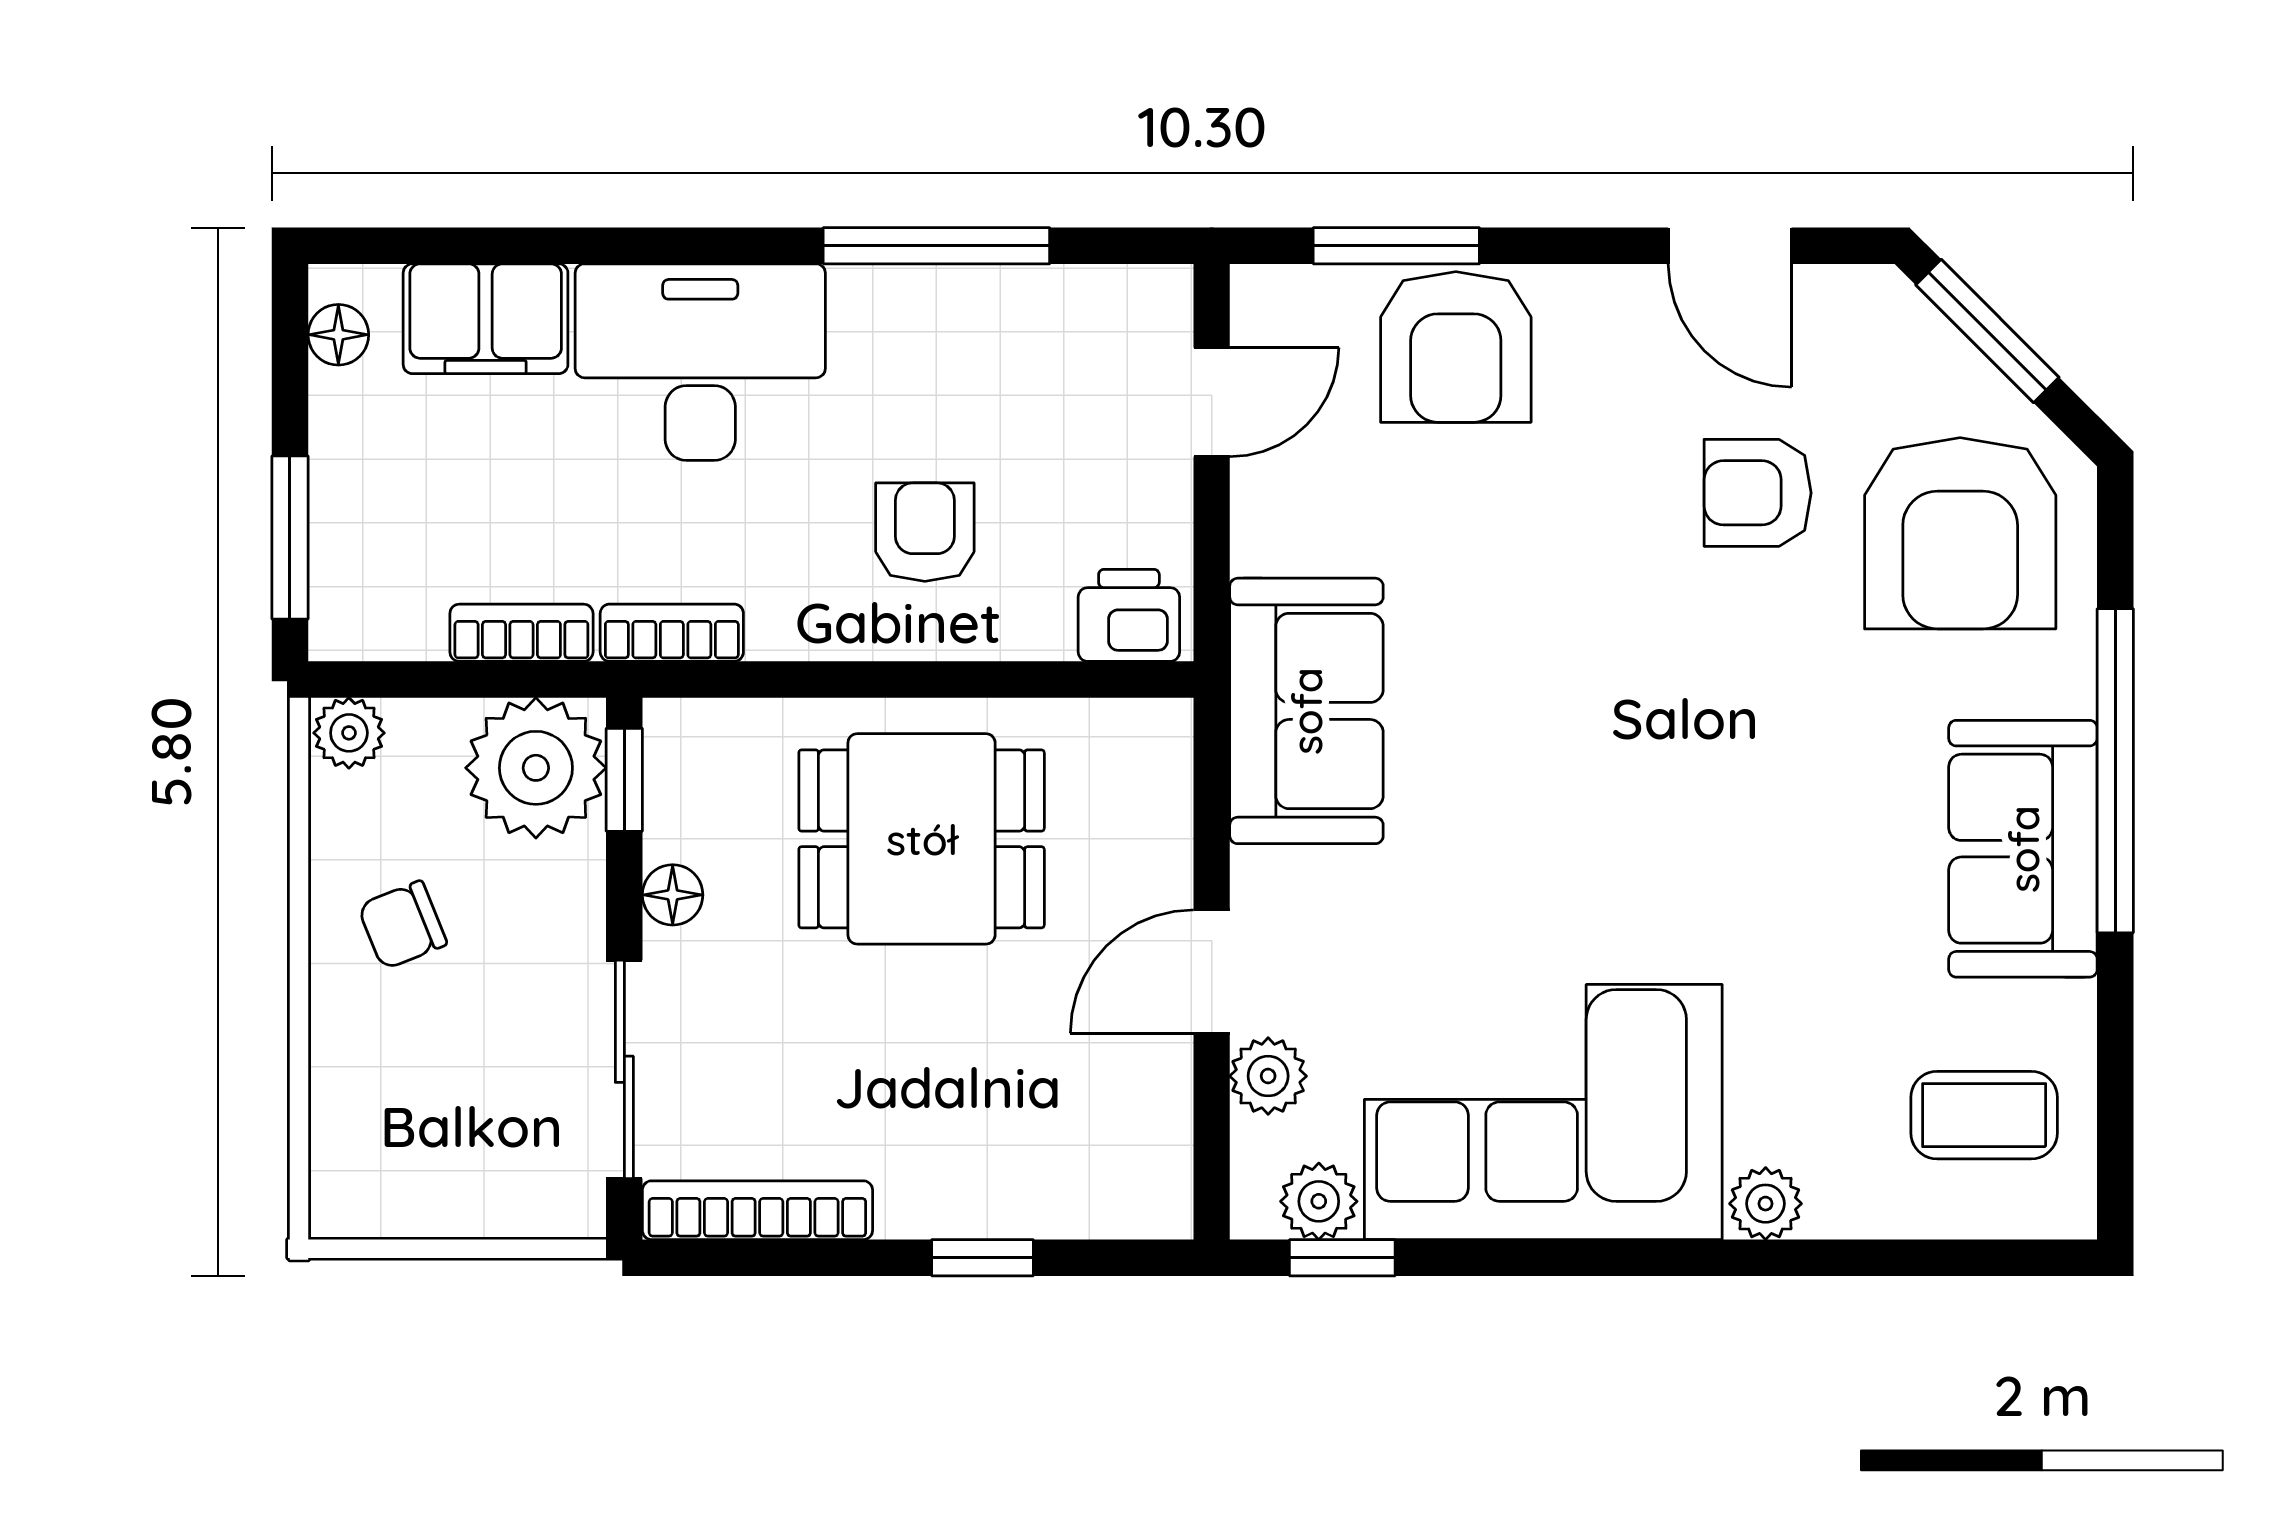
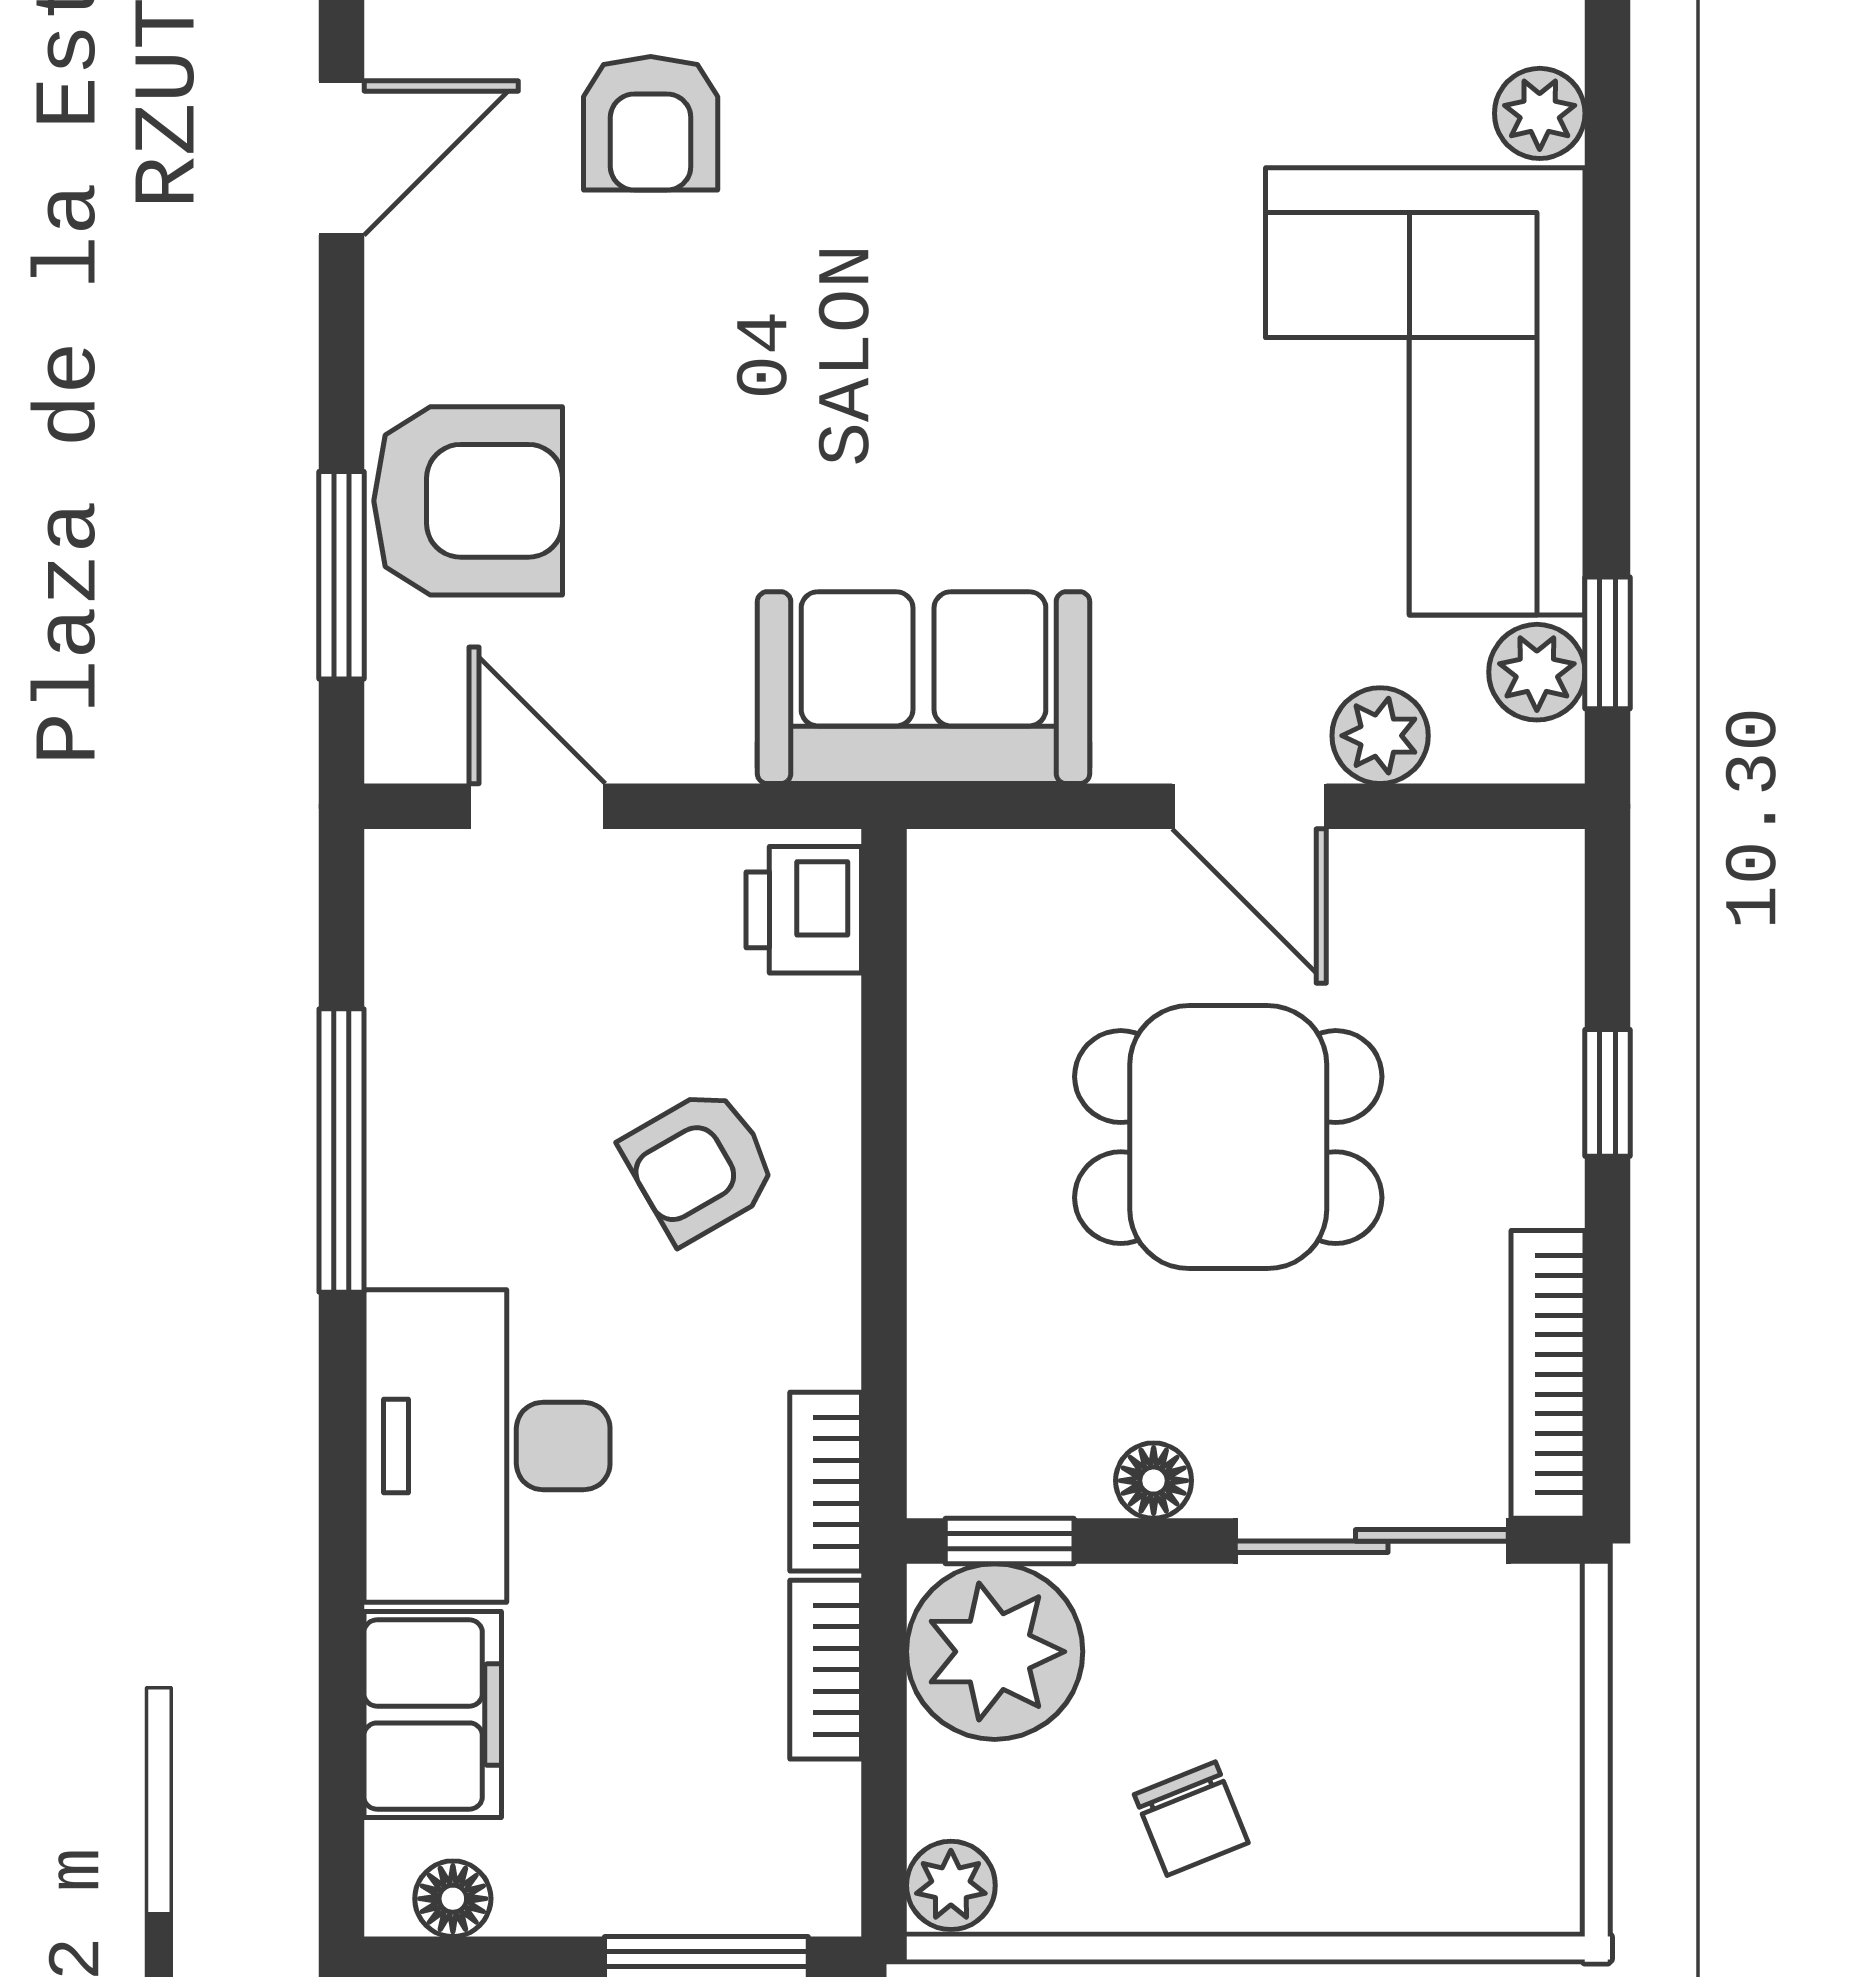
armchair: (925, 532) -> (700, 1165), turned -30
dining table: (922, 839) -> (1228, 1137), moved, turned 90

